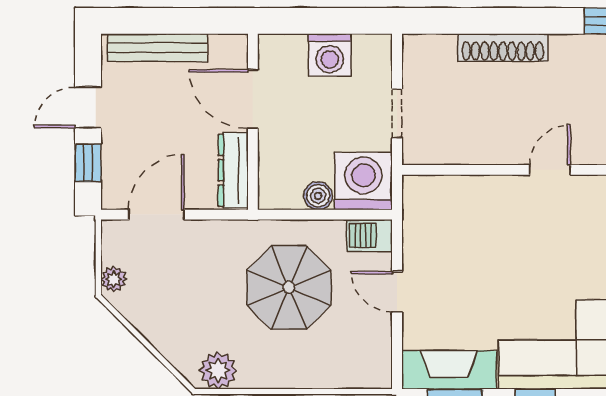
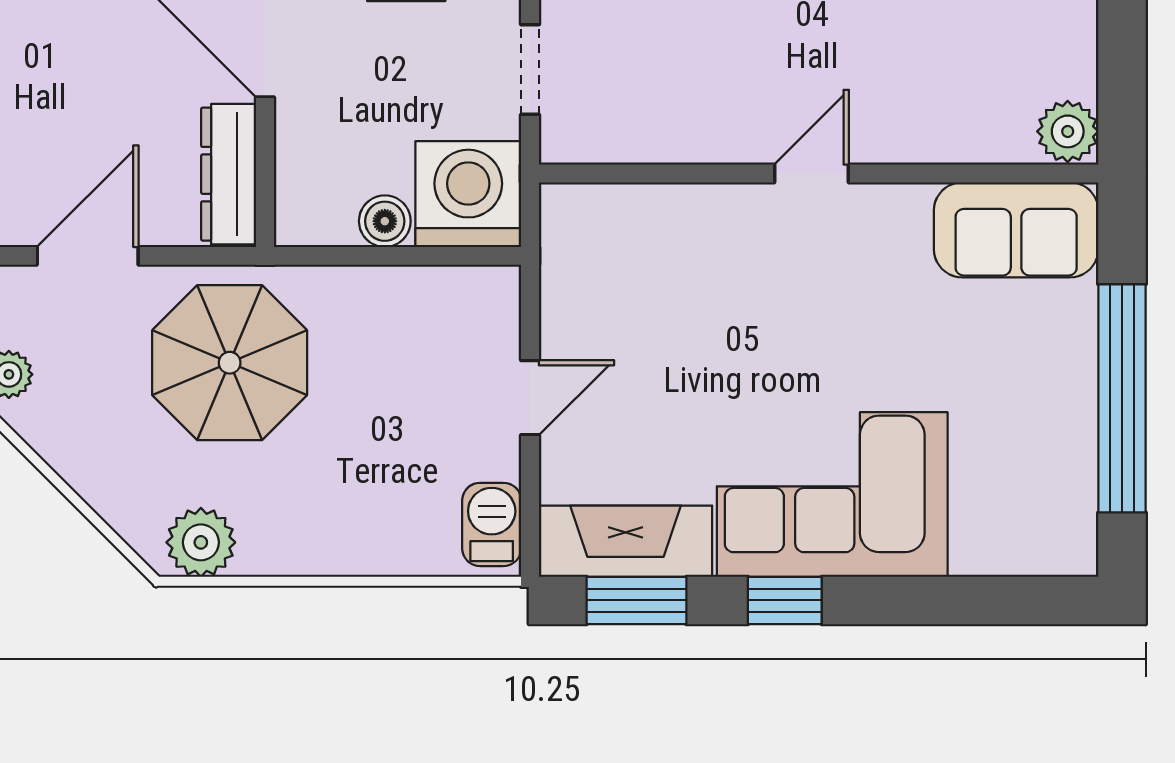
barbecue: (370, 236) -> (492, 524), moved, turned 90
parasol: (289, 288) -> (230, 363), moved
door: (397, 292) -> (530, 398), swing flipped

